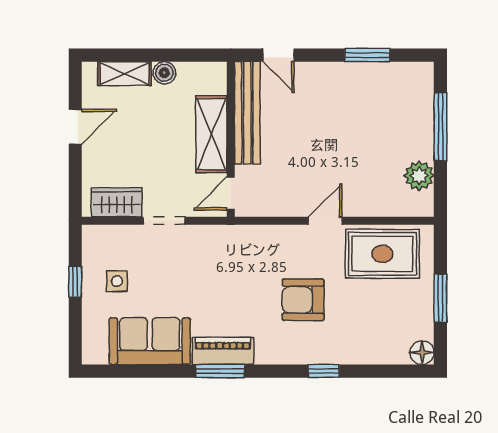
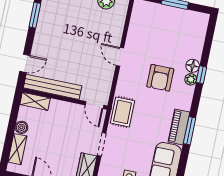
shelving: (211, 134) -> (35, 101), moved, width x0.67, depth x0.75
rug: (382, 254) -> (123, 112), moved, width x0.73, depth x0.70
floor lamp: (422, 353) -> (193, 66), moved
plant: (312, 354) -> (191, 79), added

